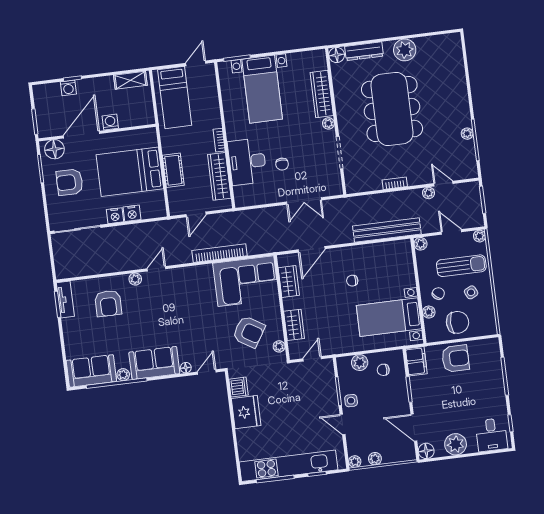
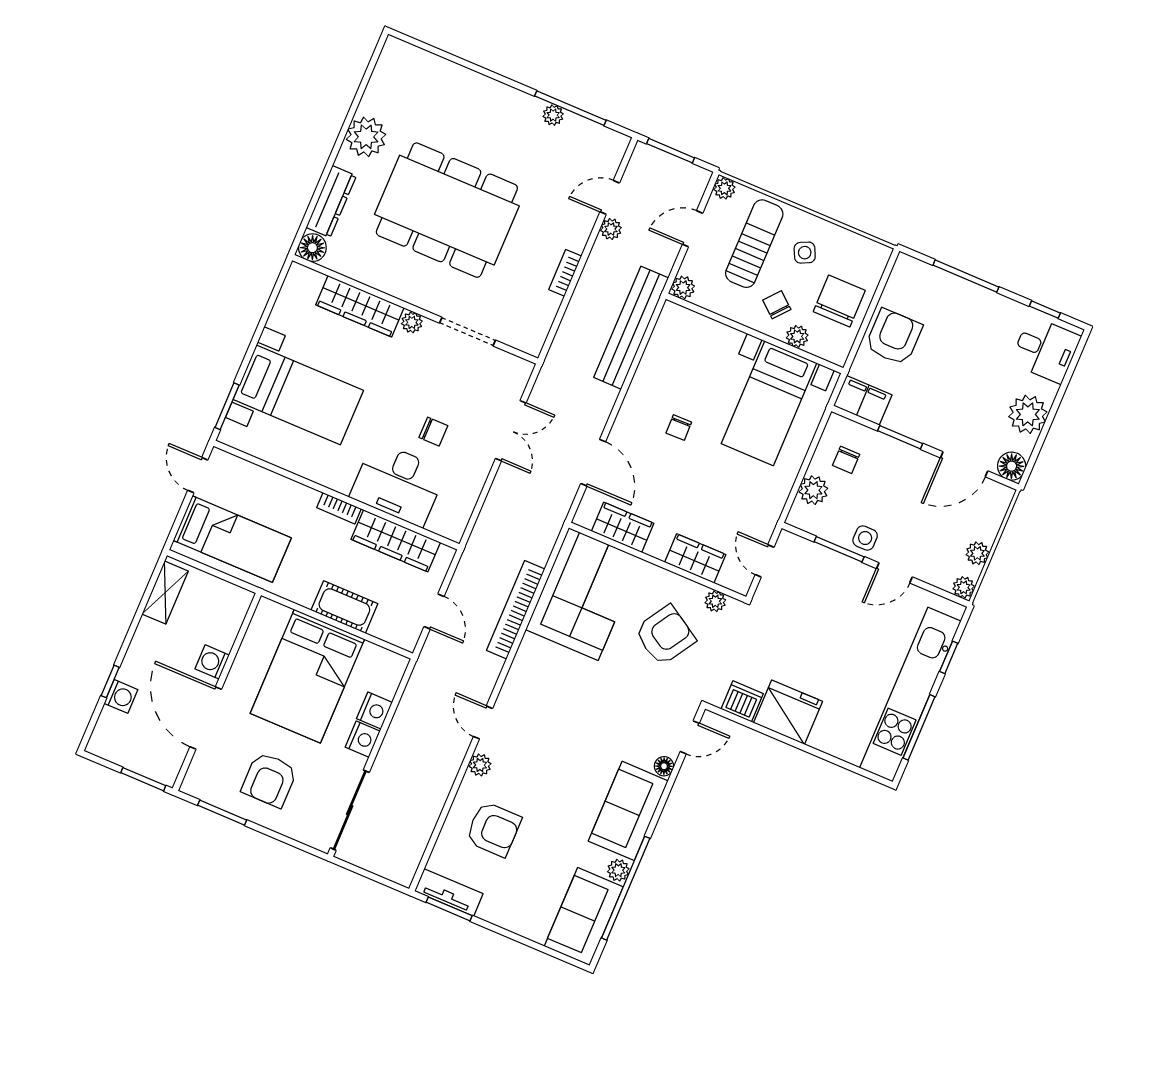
floor lamp: (54, 149) -> (204, 774), removed
door: (207, 372) -> (690, 737), swing flipped

